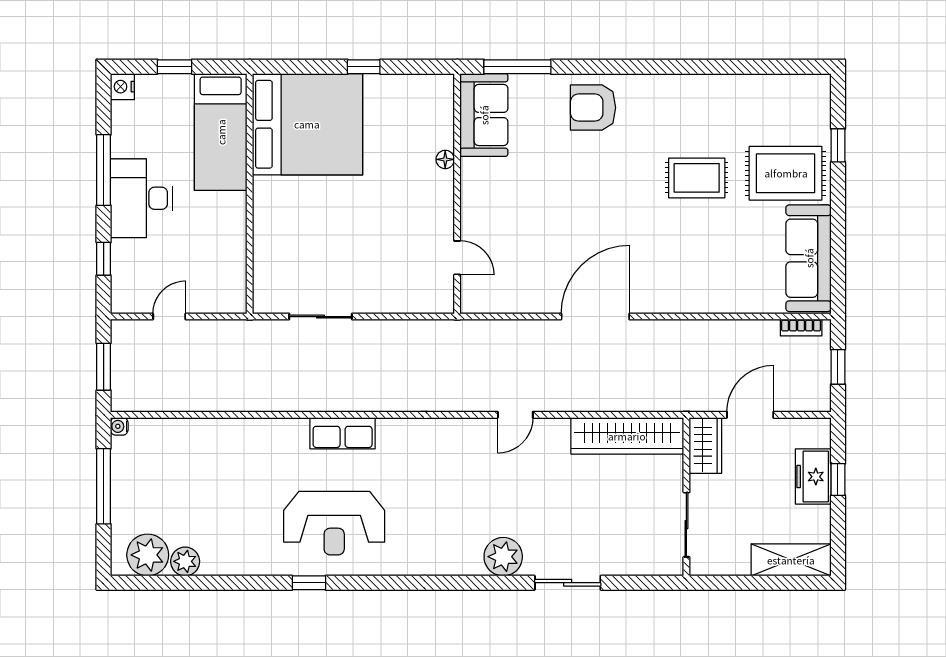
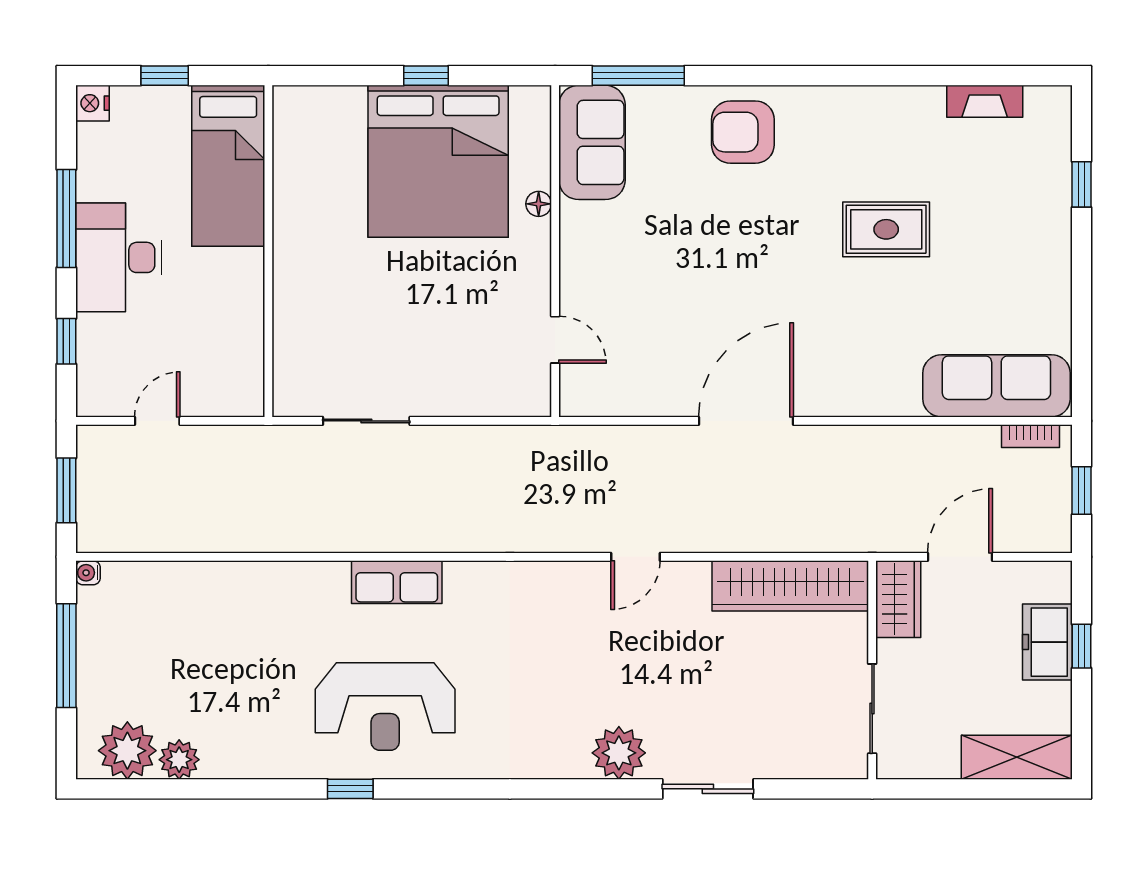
fireplace: (768, 85) -> (985, 101), added
bed: (307, 124) -> (438, 161), moved, turned 90
rug: (786, 173) -> (1009, 223), removed
sofa: (809, 258) -> (996, 386), moved, turned 90

